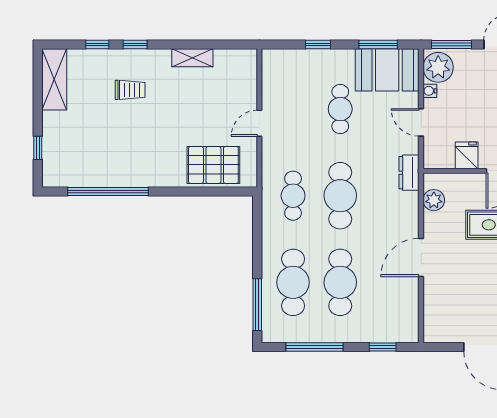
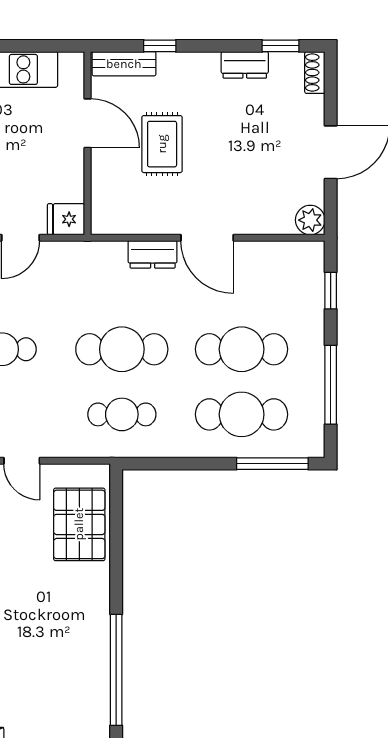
fridge: (467, 155) -> (66, 219), moved
dresser: (409, 173) -> (153, 254), moved
plant: (434, 200) -> (310, 220), moved

